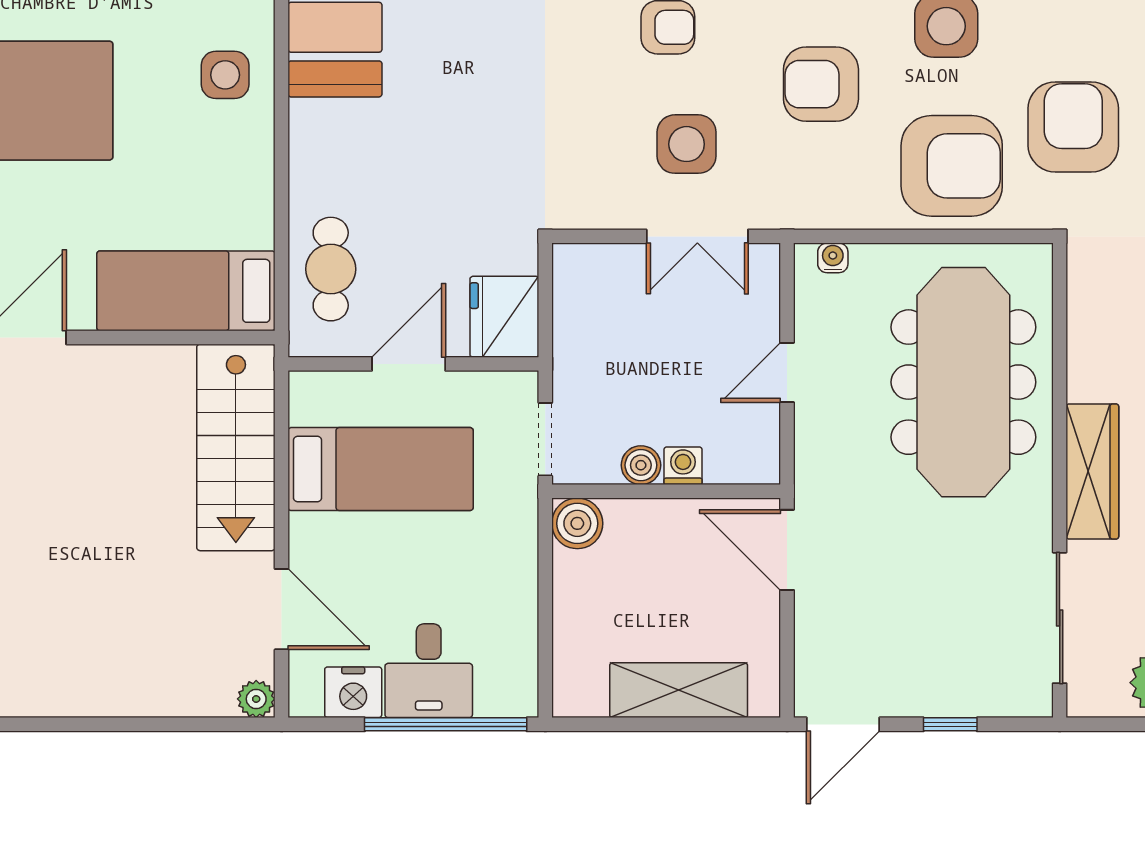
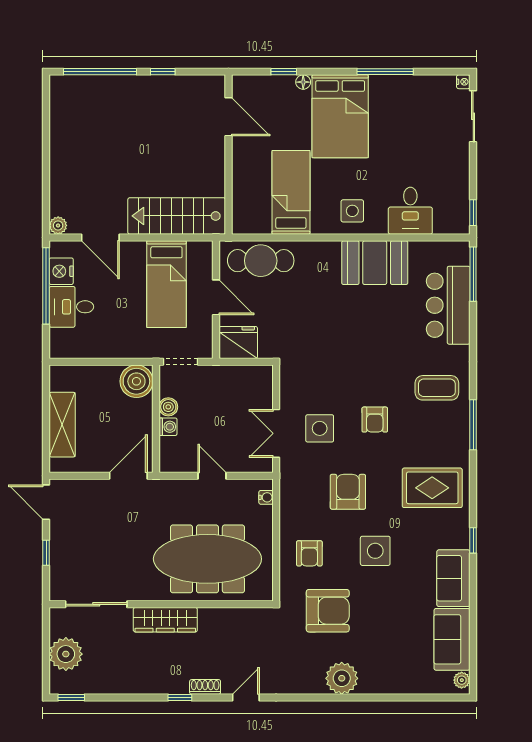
armchair: (952, 166) -> (309, 553), width x0.53, depth x0.53
cafe table: (331, 269) -> (261, 261), width x1.37, depth x1.35
bed: (186, 291) -> (291, 192), moved
boiler: (577, 523) -> (136, 381), width x1.37, depth x1.37
door: (282, 609) -> (100, 237), hinge flipped
window: (446, 724) -> (46, 286), moved

